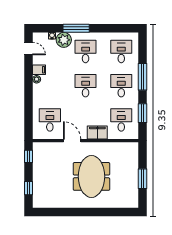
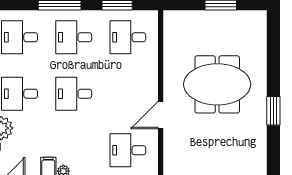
filing cabinet: (97, 133) -> (148, 75), removed
window: (75, 212) -> (273, 111), added

